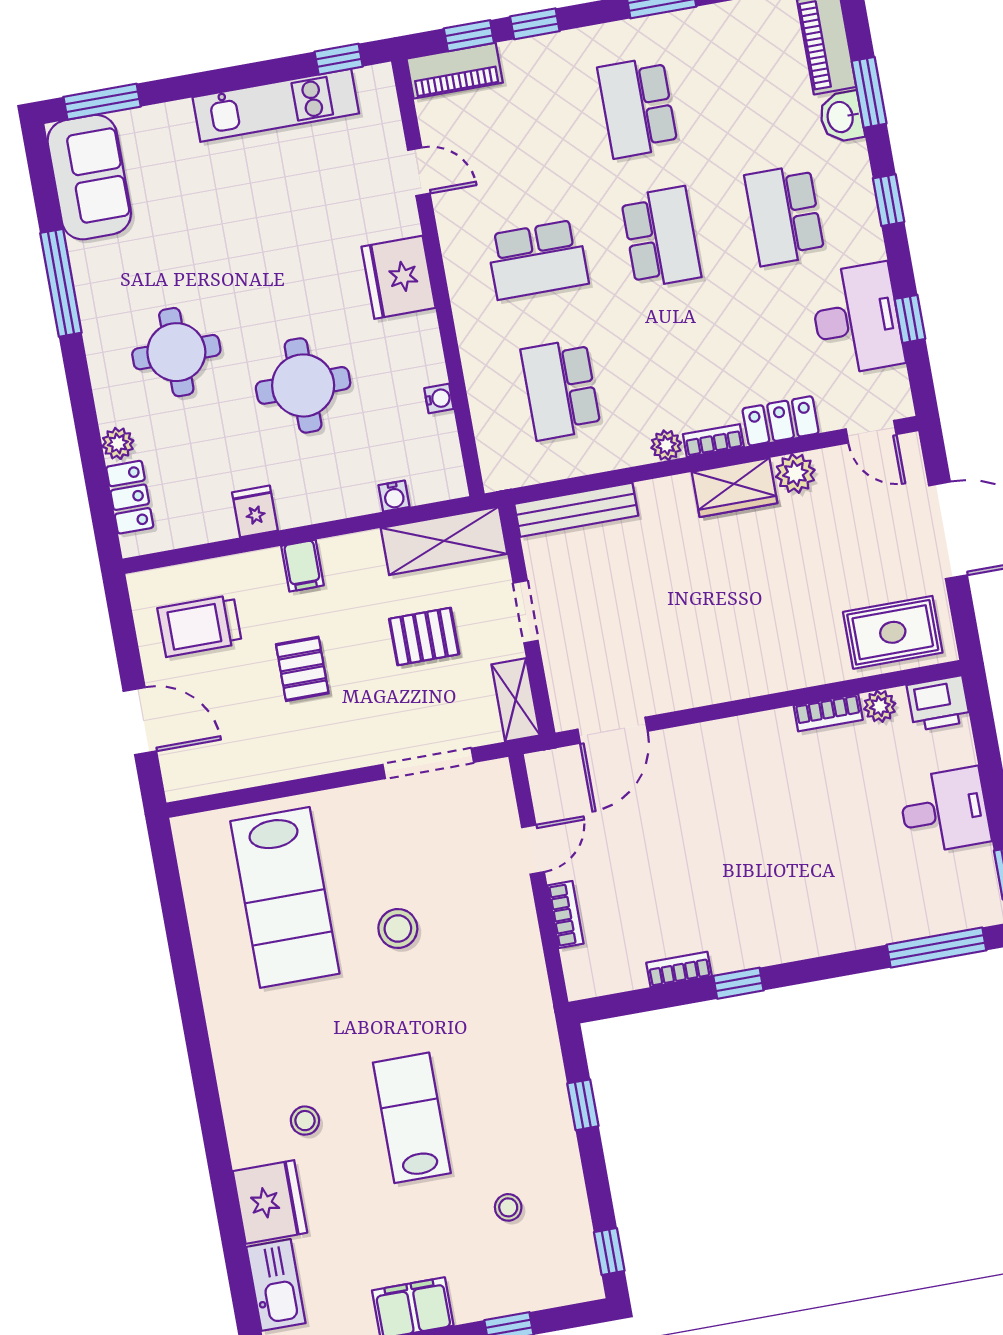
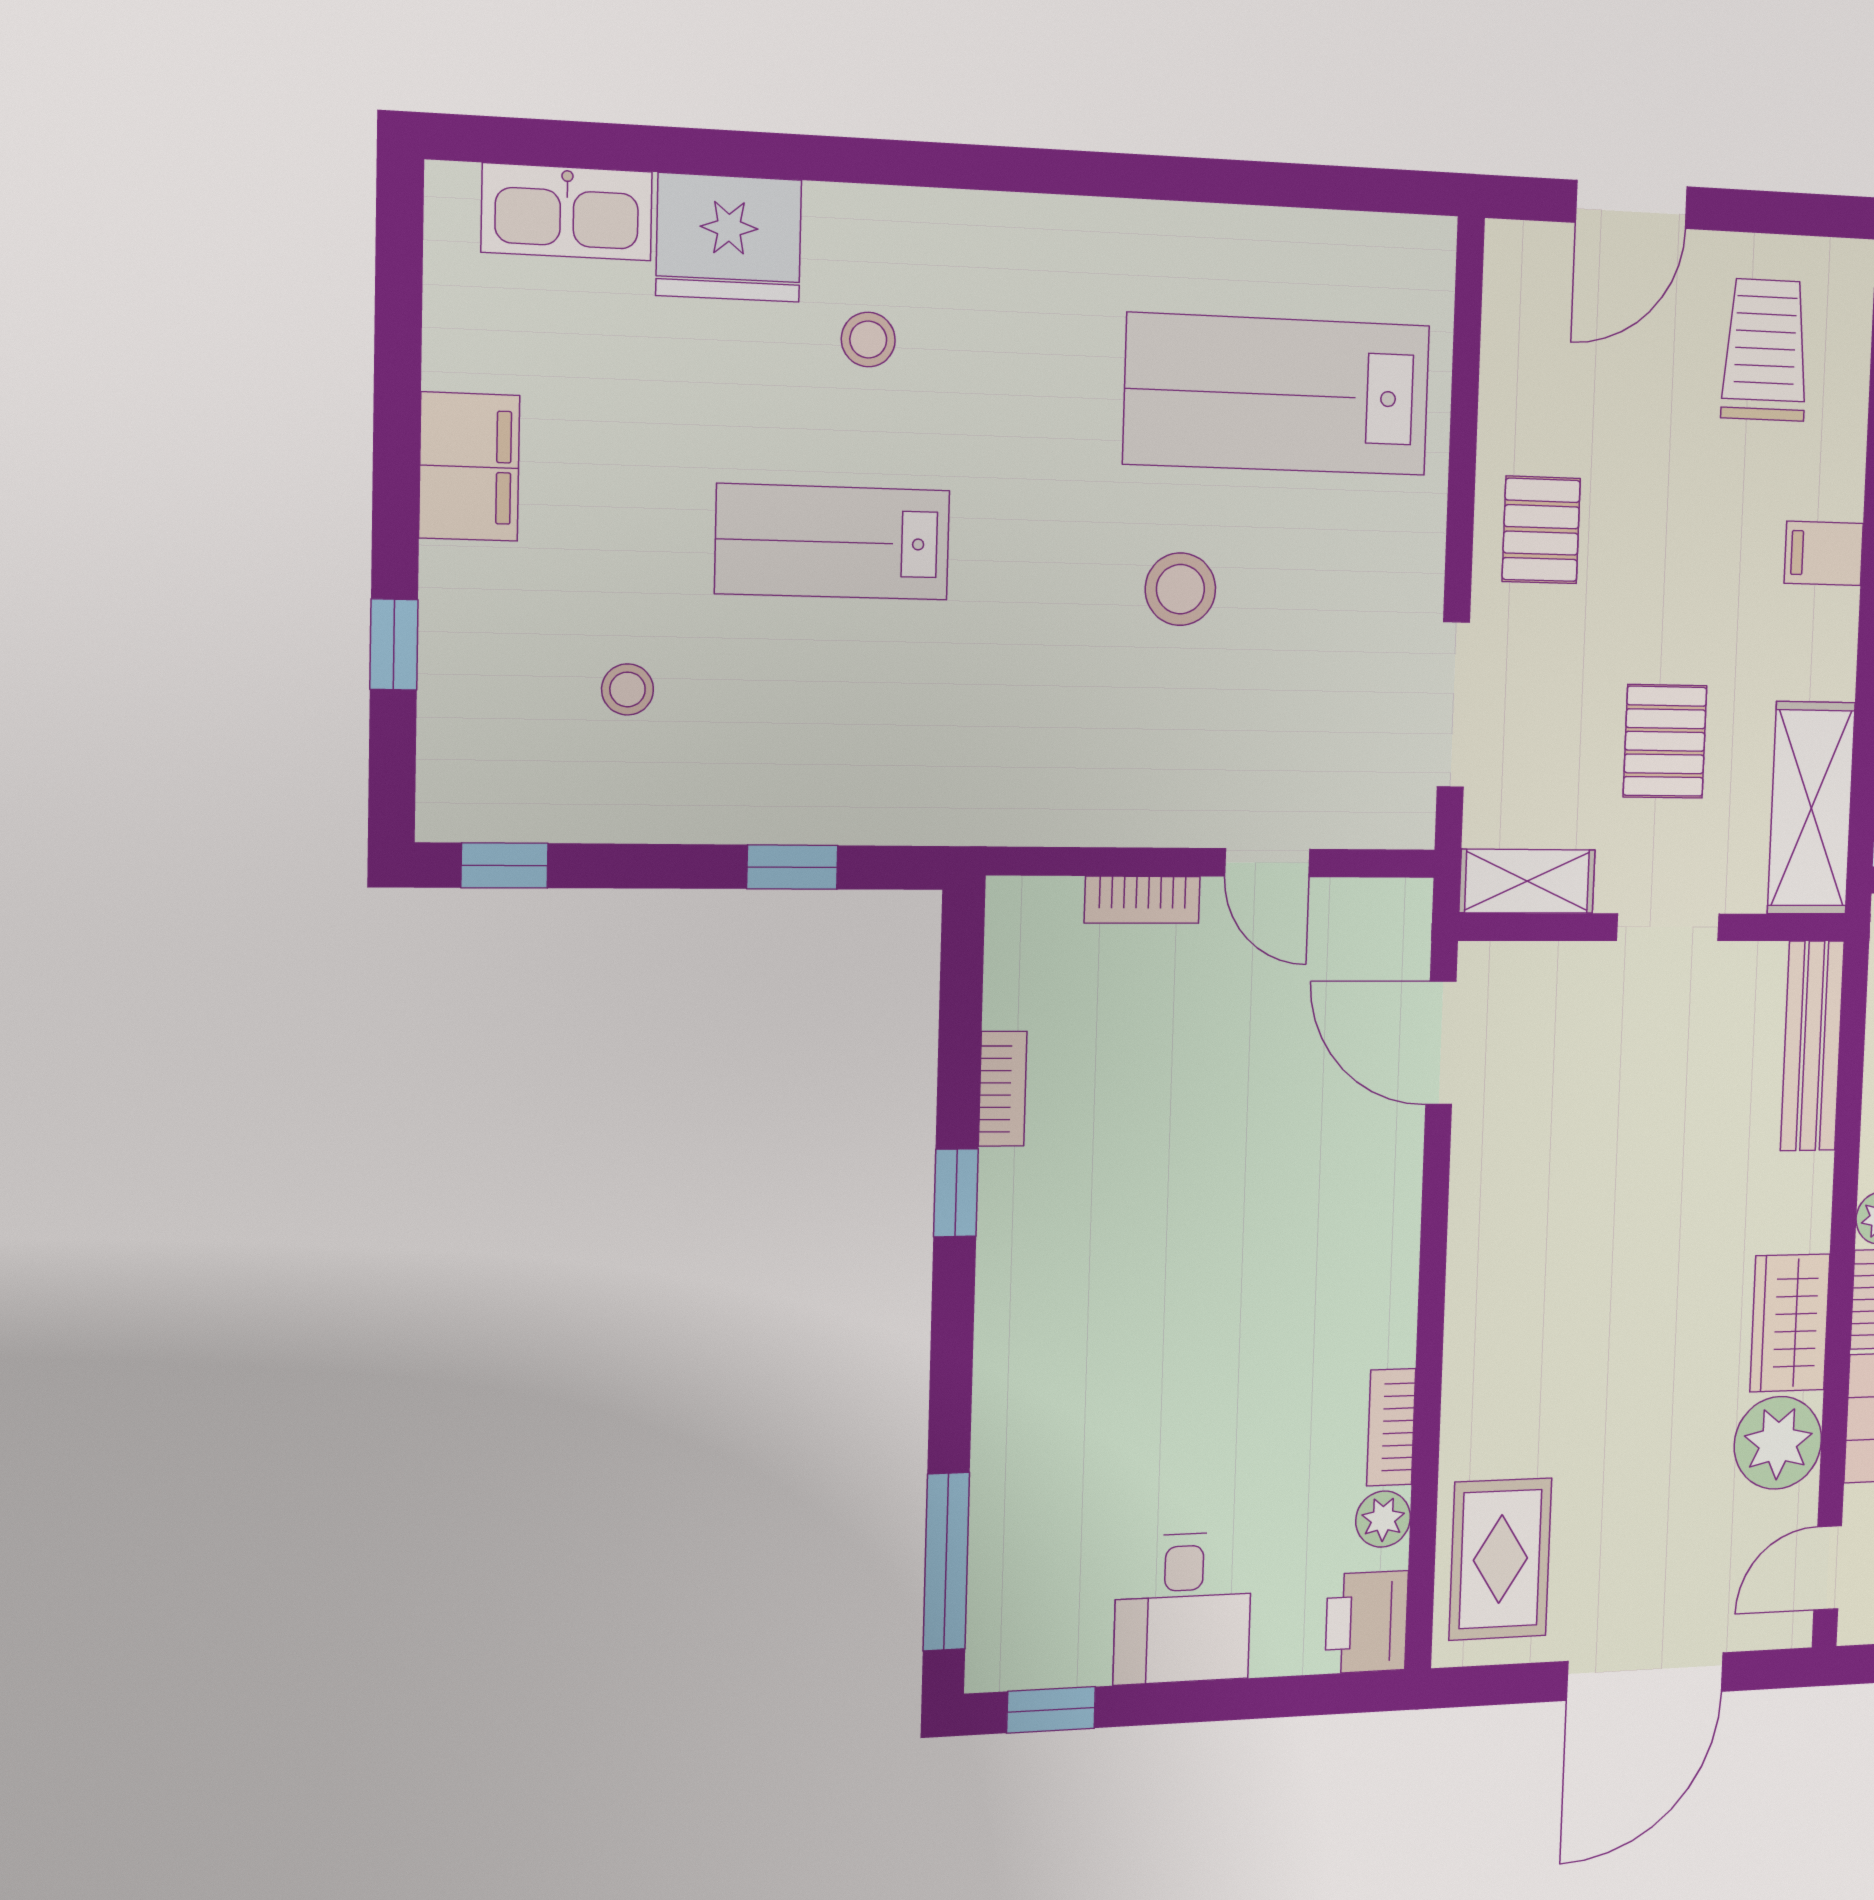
plant: (795, 473) -> (1778, 1443), width x1.36, depth x1.36
pallet: (302, 669) -> (1541, 530), moved, turned 90
lab bench: (412, 1118) -> (833, 542), turned 180

